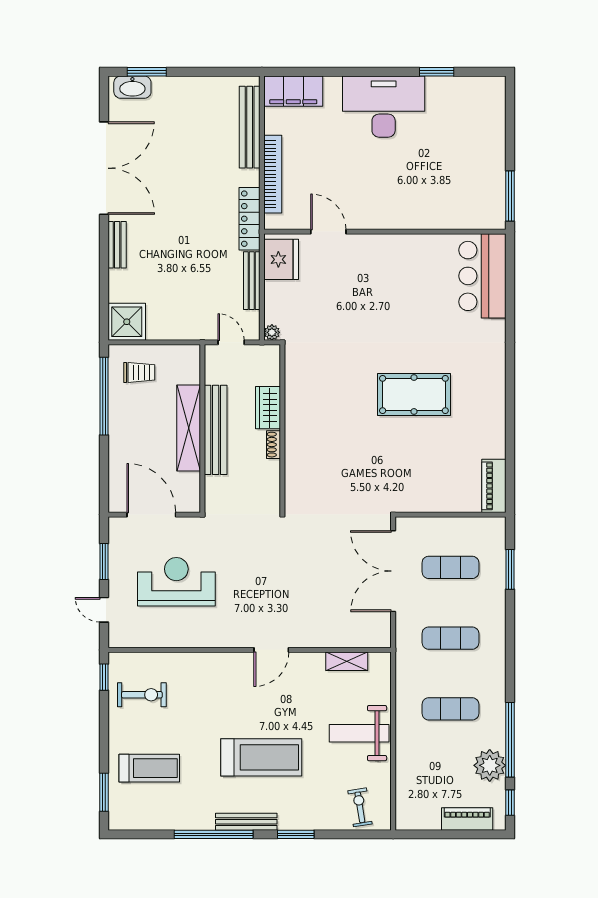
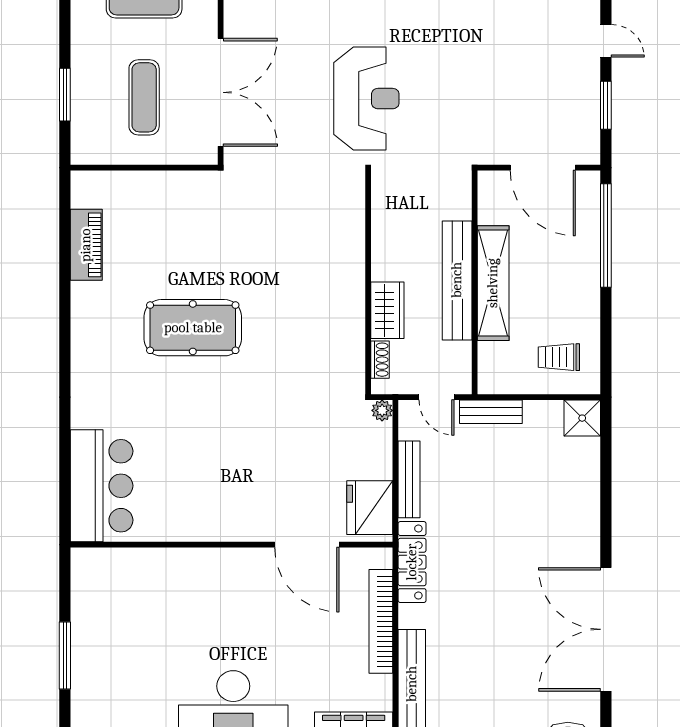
window: (510, 196) -> (65, 656), moved
door: (328, 232) -> (307, 545), width x1.36
bench: (117, 245) -> (491, 412), moved, turned 90
shower: (127, 322) -> (582, 418), width x0.73, depth x0.73
window: (104, 396) -> (606, 235), moved
shoe rack: (274, 445) -> (380, 360), moved
piano: (494, 486) -> (86, 245), moved
exercise mat: (450, 567) -> (144, 97), turned 90
reception desk: (176, 582) -> (366, 99), moved, turned -90

